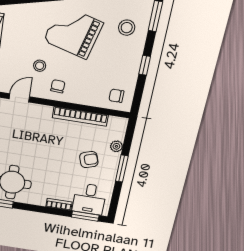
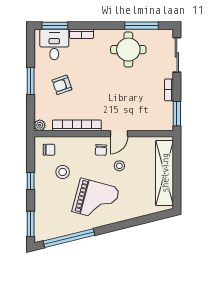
stool: (127, 28) -> (63, 172), moved
door: (19, 98) -> (119, 134), moved
plant: (116, 146) -> (40, 125), moved

